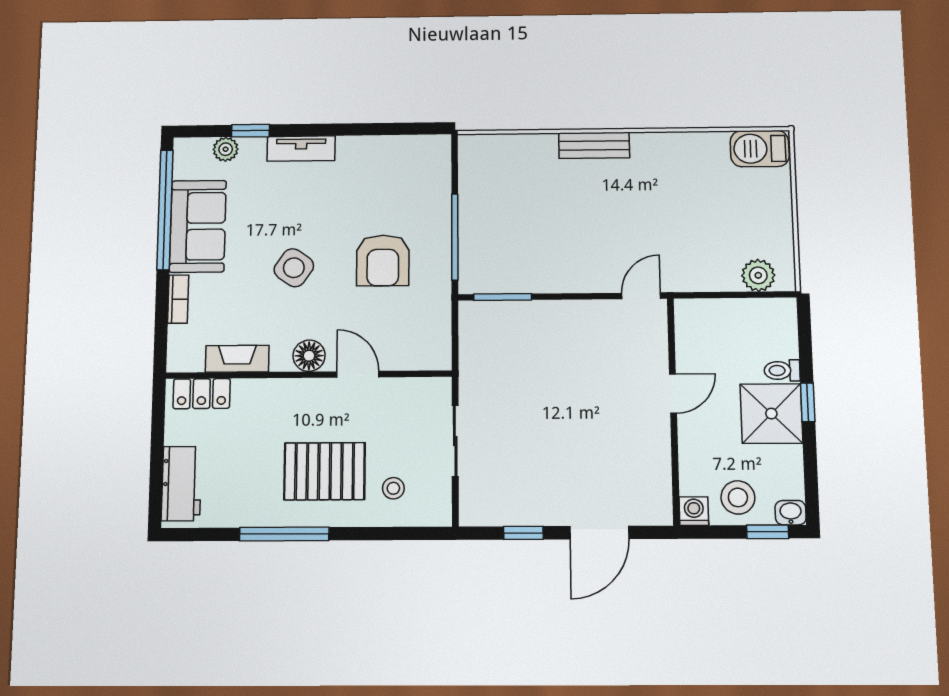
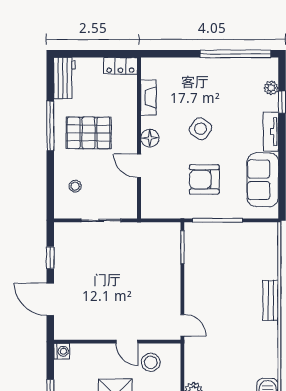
sofa: (198, 226) -> (263, 180), moved, turned 90
bookcase: (178, 299) -> (183, 63), removed
door: (358, 374) -> (139, 166), swing flipped
locker: (202, 394) -> (120, 66), moved, turned -90
pallet: (325, 471) -> (89, 133), moved, turned 90
workbench: (181, 484) -> (65, 78), moved, turned -90
stool: (738, 497) -> (151, 362), moved

